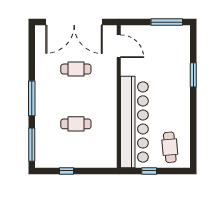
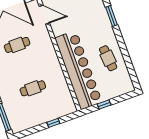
cafe table: (170, 147) -> (108, 58), moved
window: (66, 171) -> (53, 123), moved

